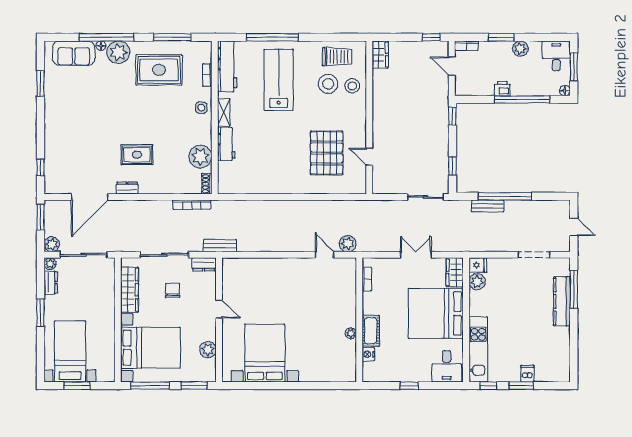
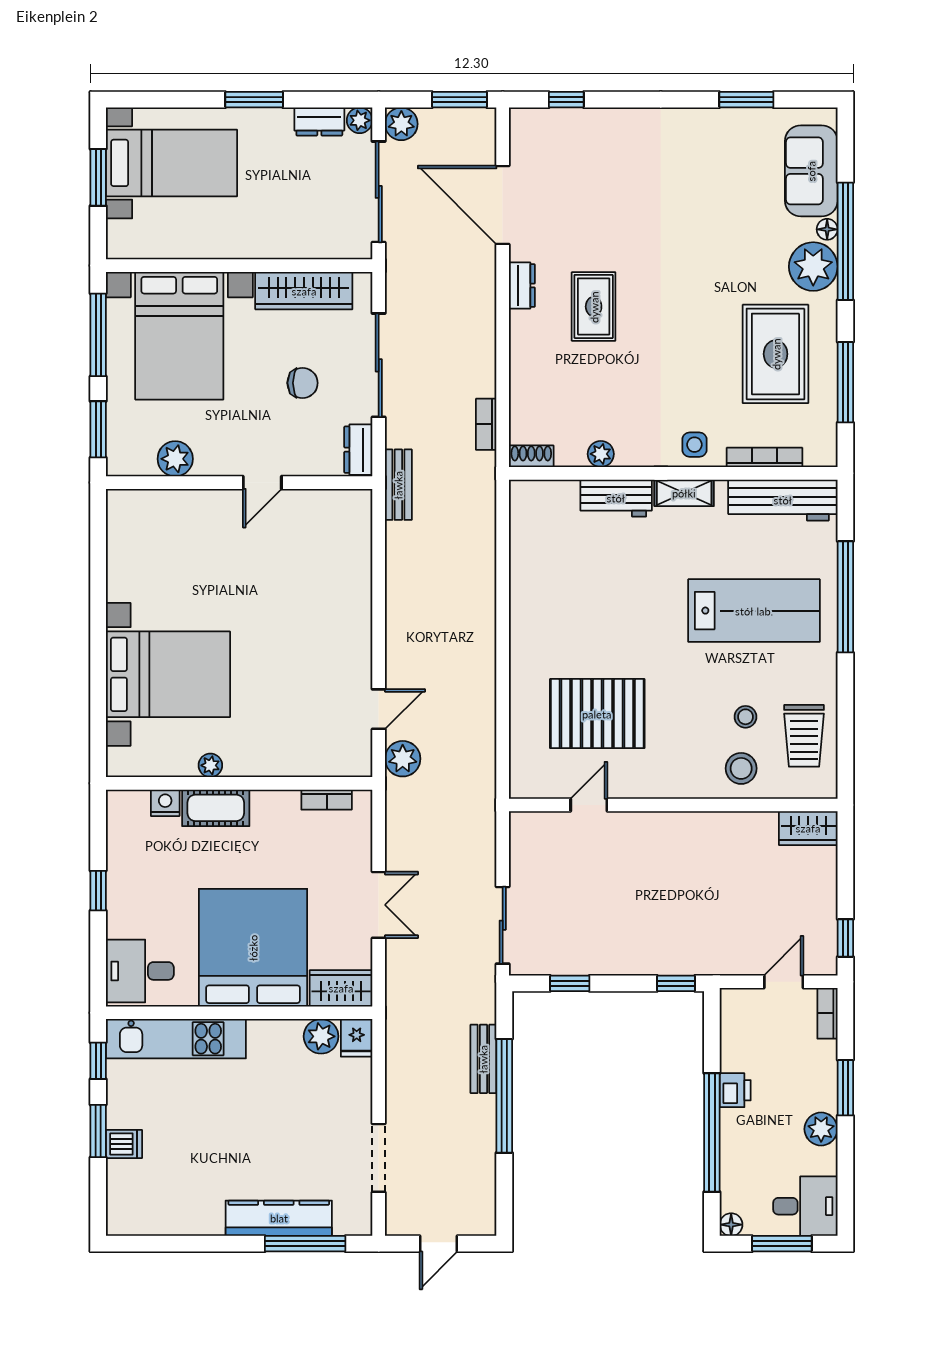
bookcase: (207, 75) -> (764, 457), width x1.56
stool: (328, 84) -> (745, 717), width x0.53, depth x0.53
plant: (200, 157) -> (601, 454), width x0.53, depth x0.53
bookcase: (192, 205) -> (486, 424), width x0.64
bed with nightstands: (265, 353) -> (168, 674), moved

